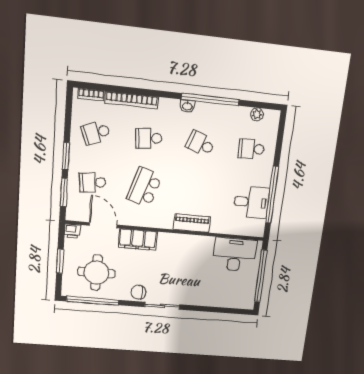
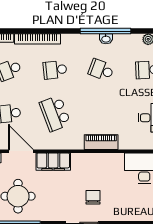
washbasin: (187, 106) -> (106, 39), moved
school desk: (144, 187) -> (55, 113), turned -39
chair: (138, 292) -> (93, 197), moved, turned 90

